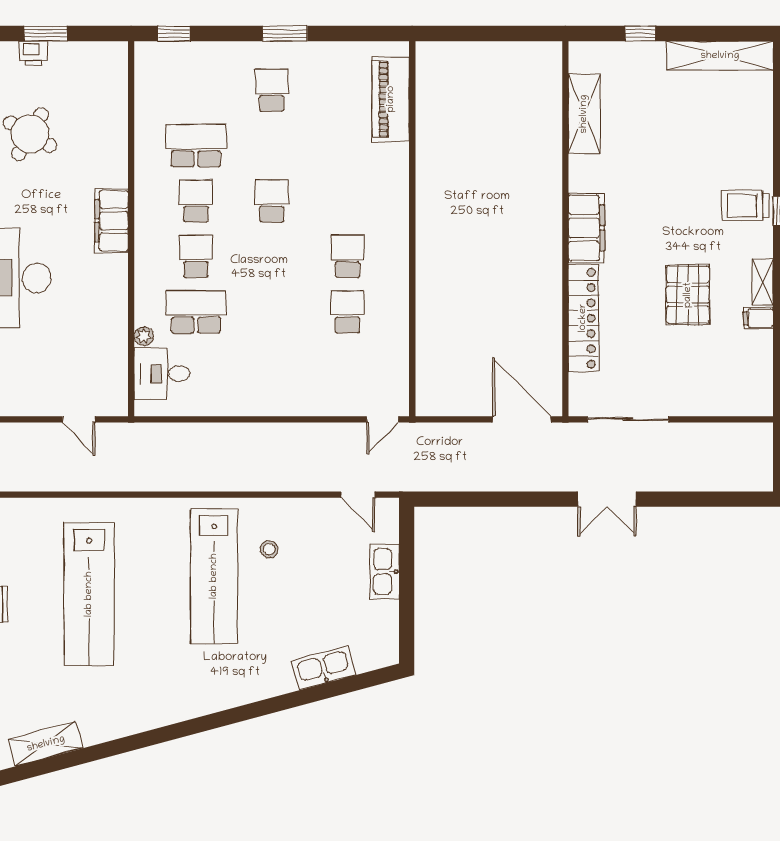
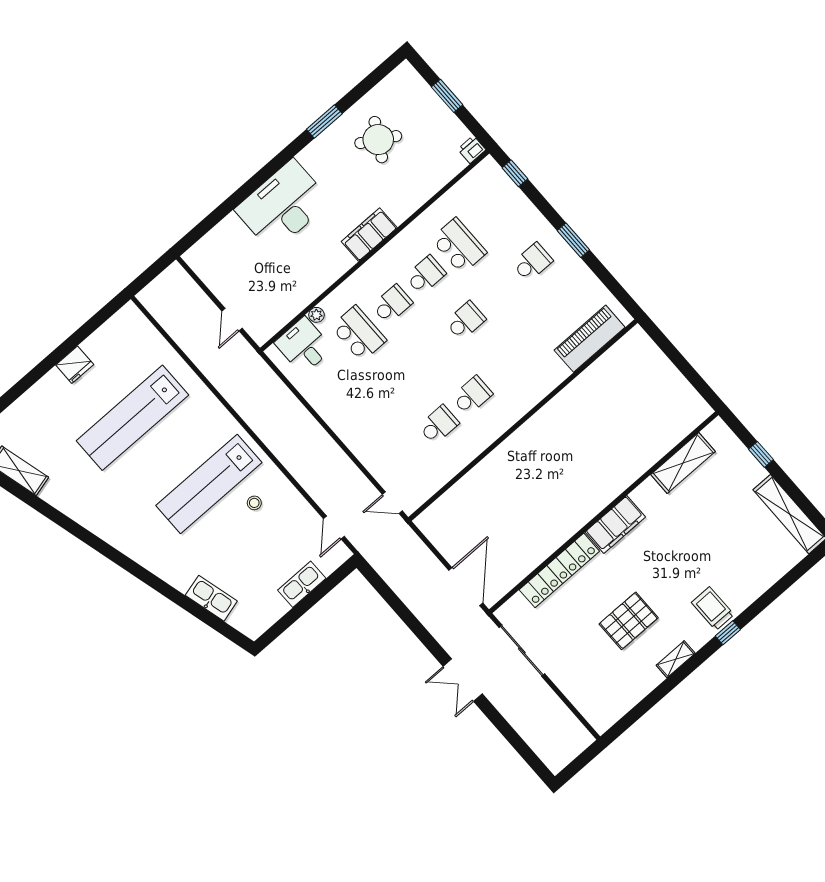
printer: (33, 53) -> (472, 149), moved, turned 90
filing cabinet: (758, 318) -> (652, 676), removed

